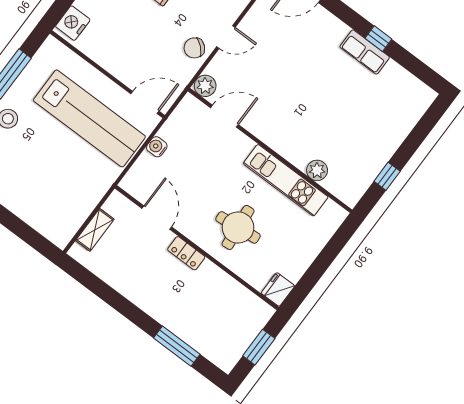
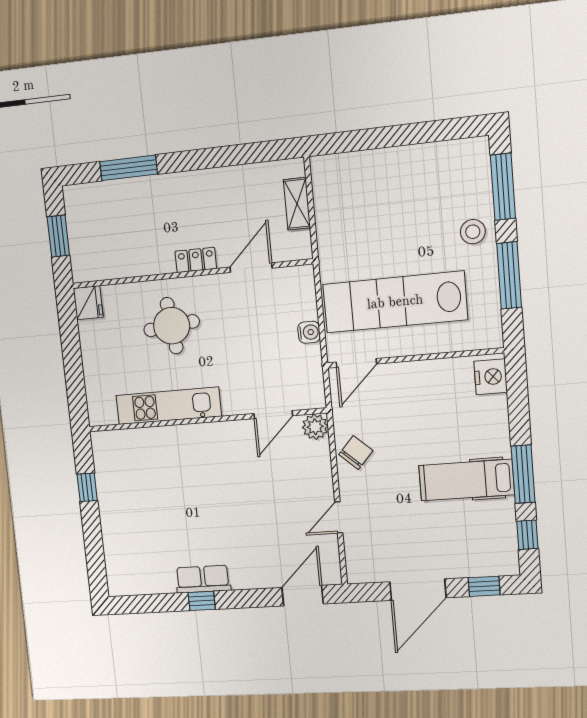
door: (226, 37) -> (339, 517), moved
plant: (317, 170) -> (150, 439), removed
door: (157, 218) -> (251, 268), swing flipped

